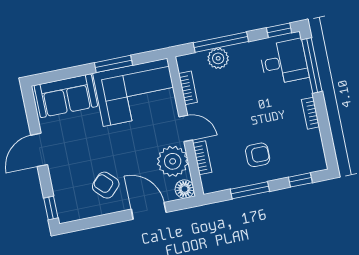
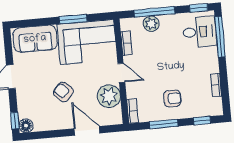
bookcase: (310, 113) -> (216, 85), moved
bookcase: (202, 158) -> (132, 111), moved
armchair: (106, 185) -> (63, 92), moved
floor lamp: (185, 189) -> (26, 126), moved

